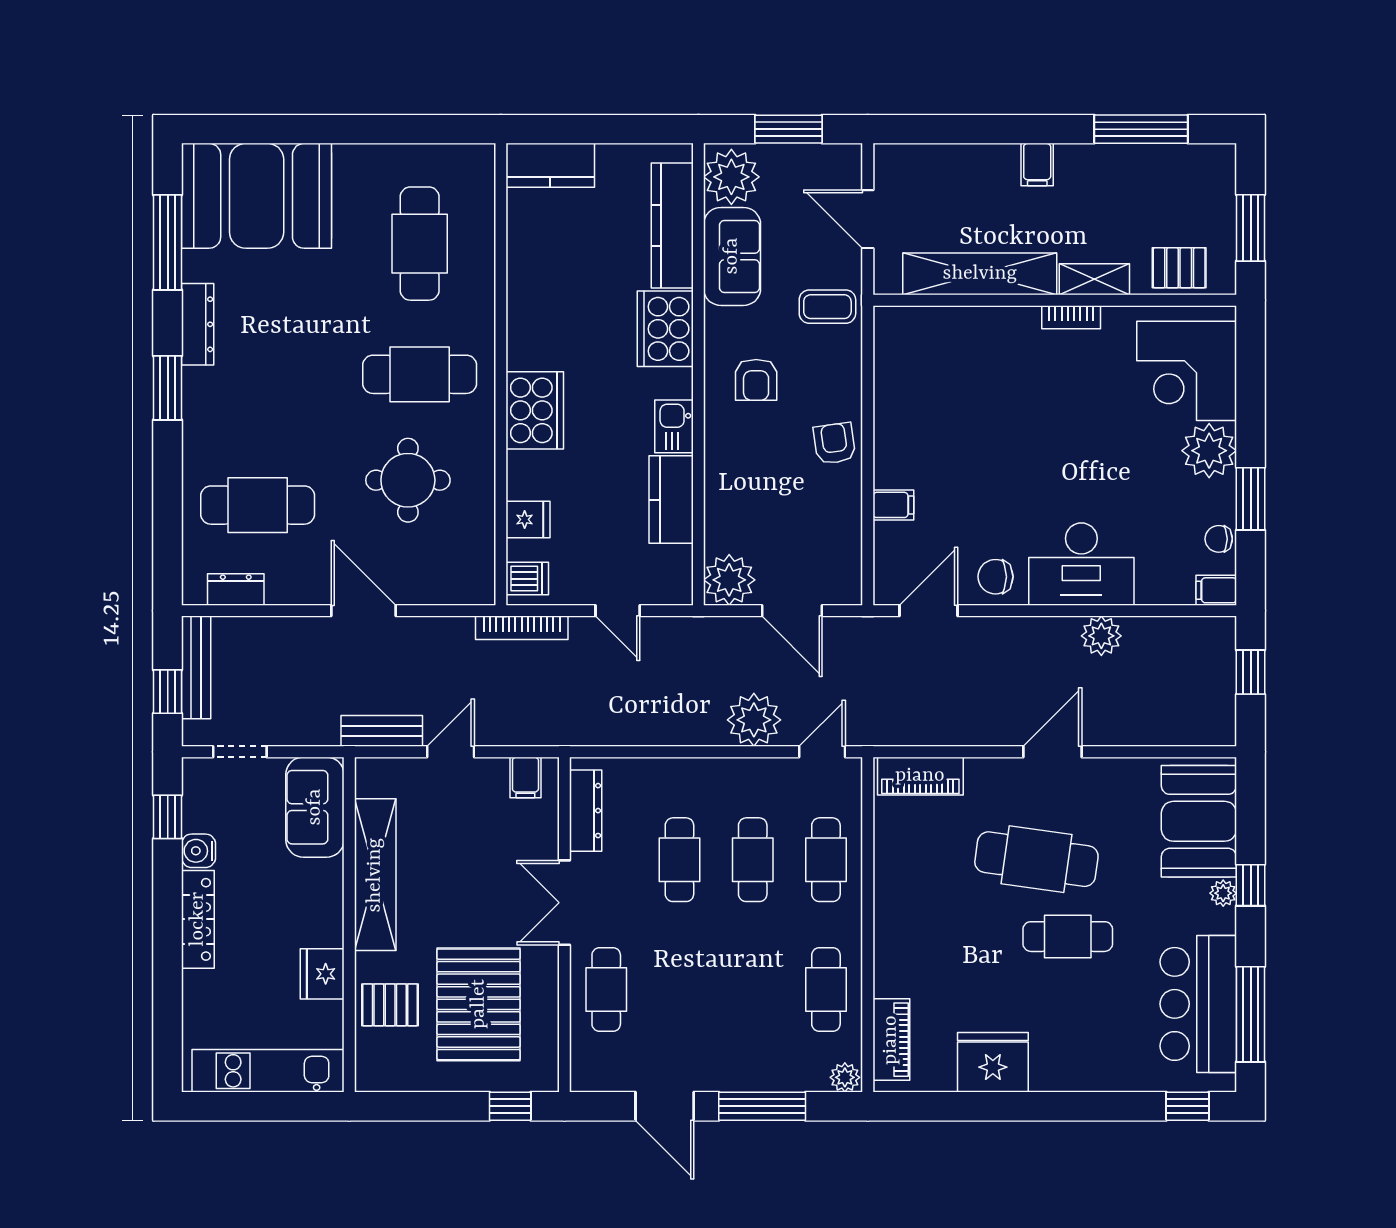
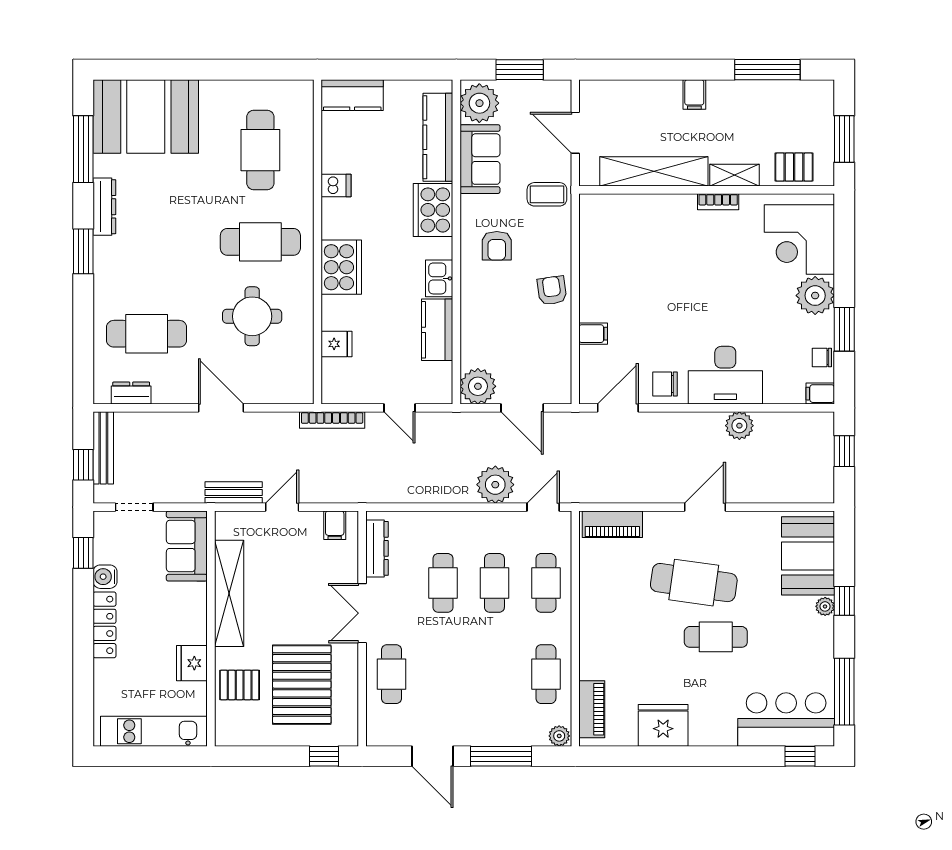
dishwasher: (527, 579) -> (336, 185), moved
bar counter: (1198, 1004) -> (786, 720), moved, turned 90

